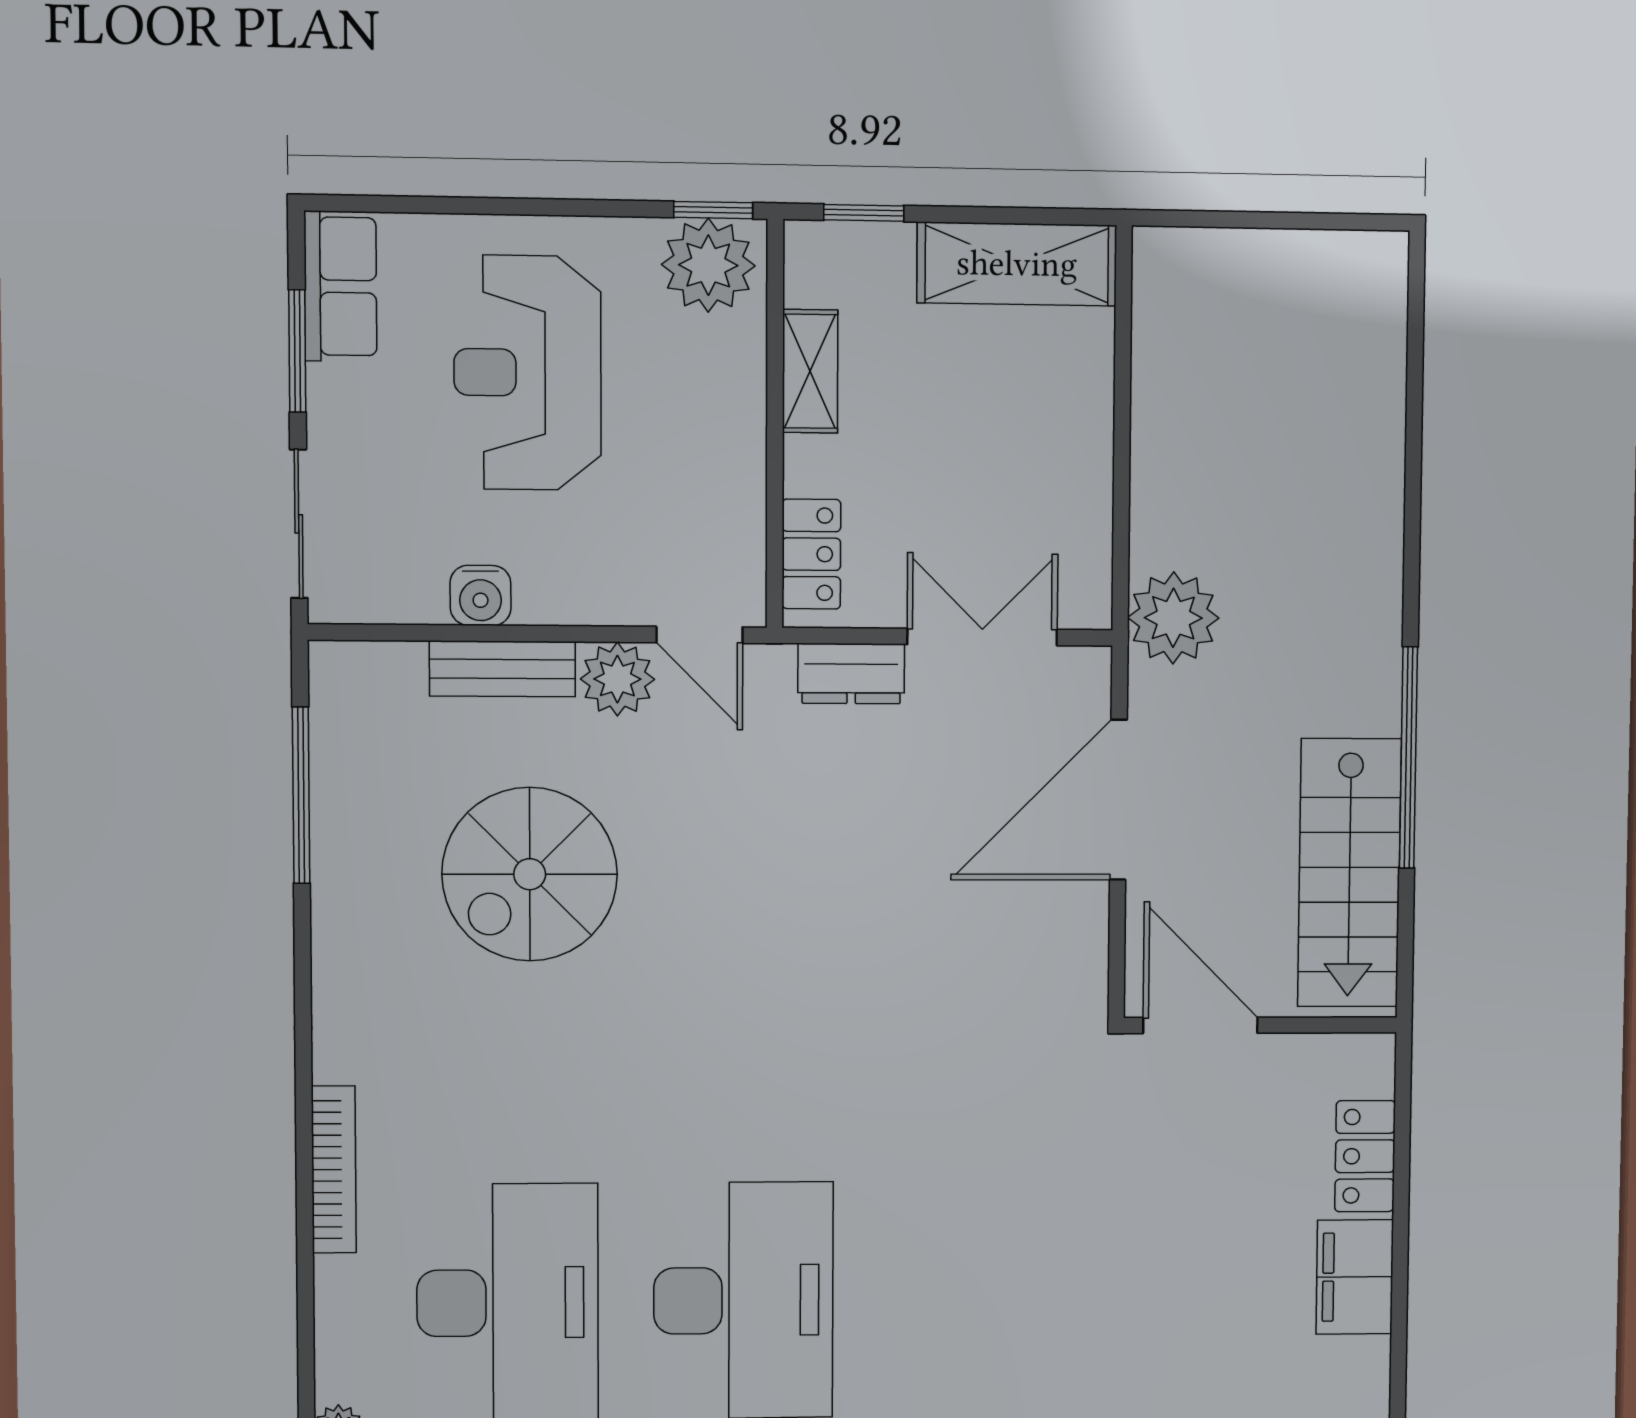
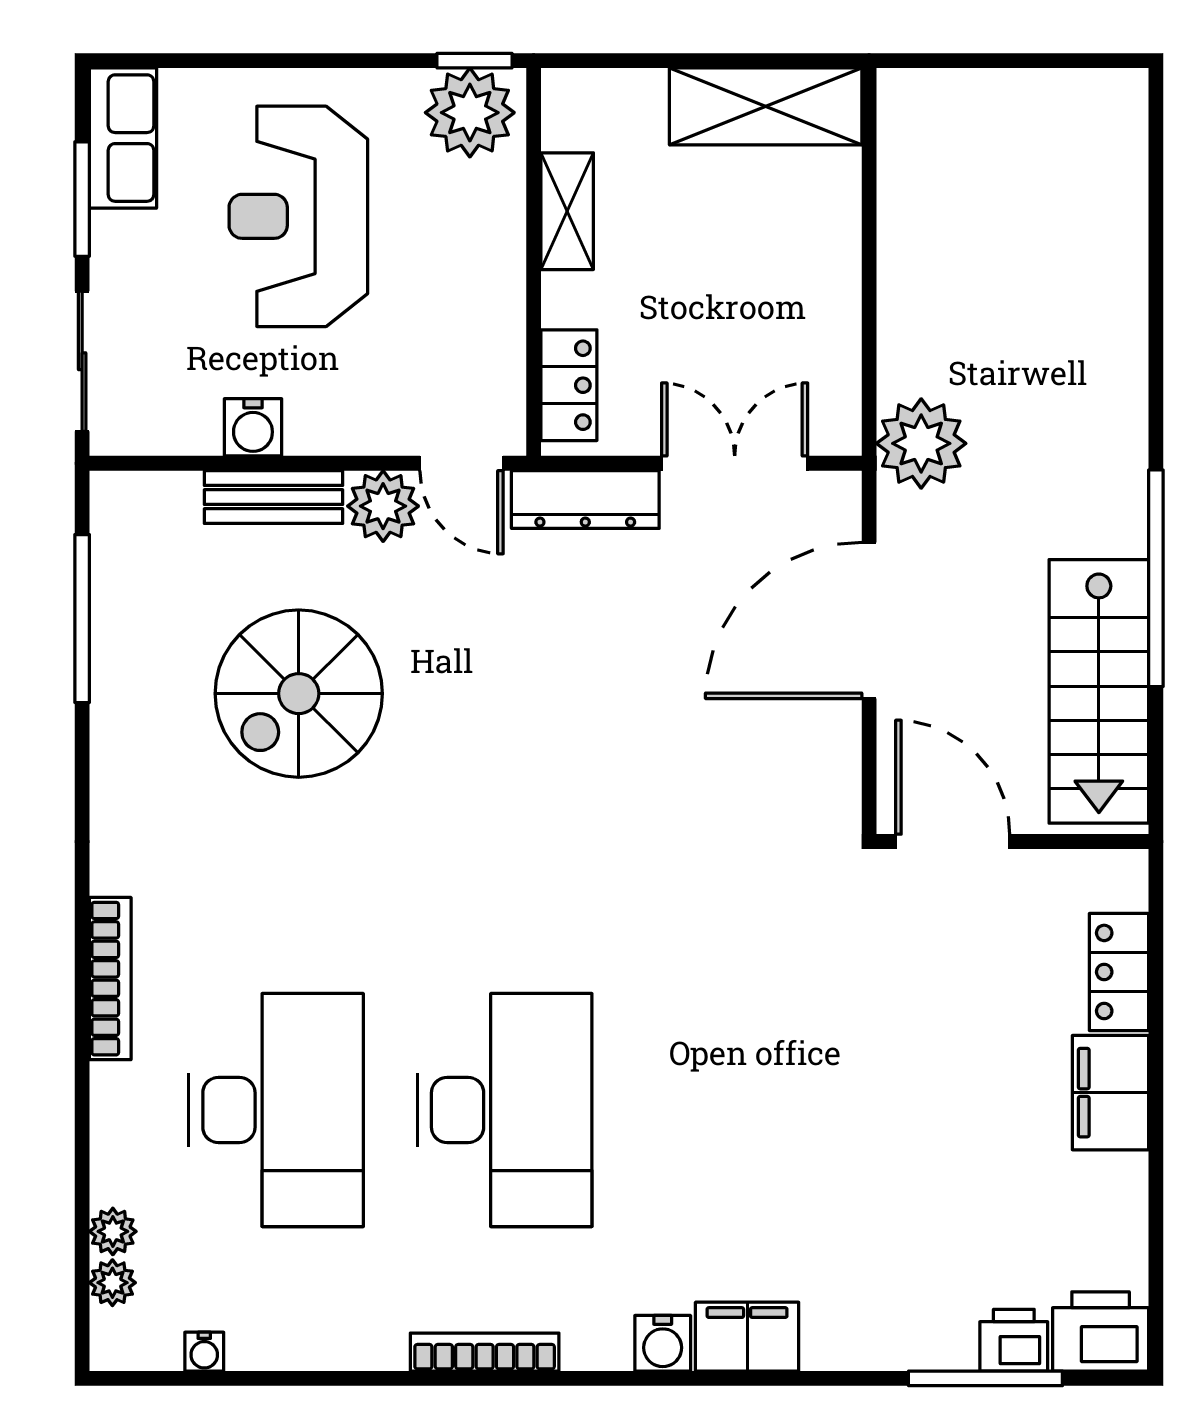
window: (864, 213) -> (618, 61), removed
dresser: (851, 674) -> (585, 500), width x1.44

